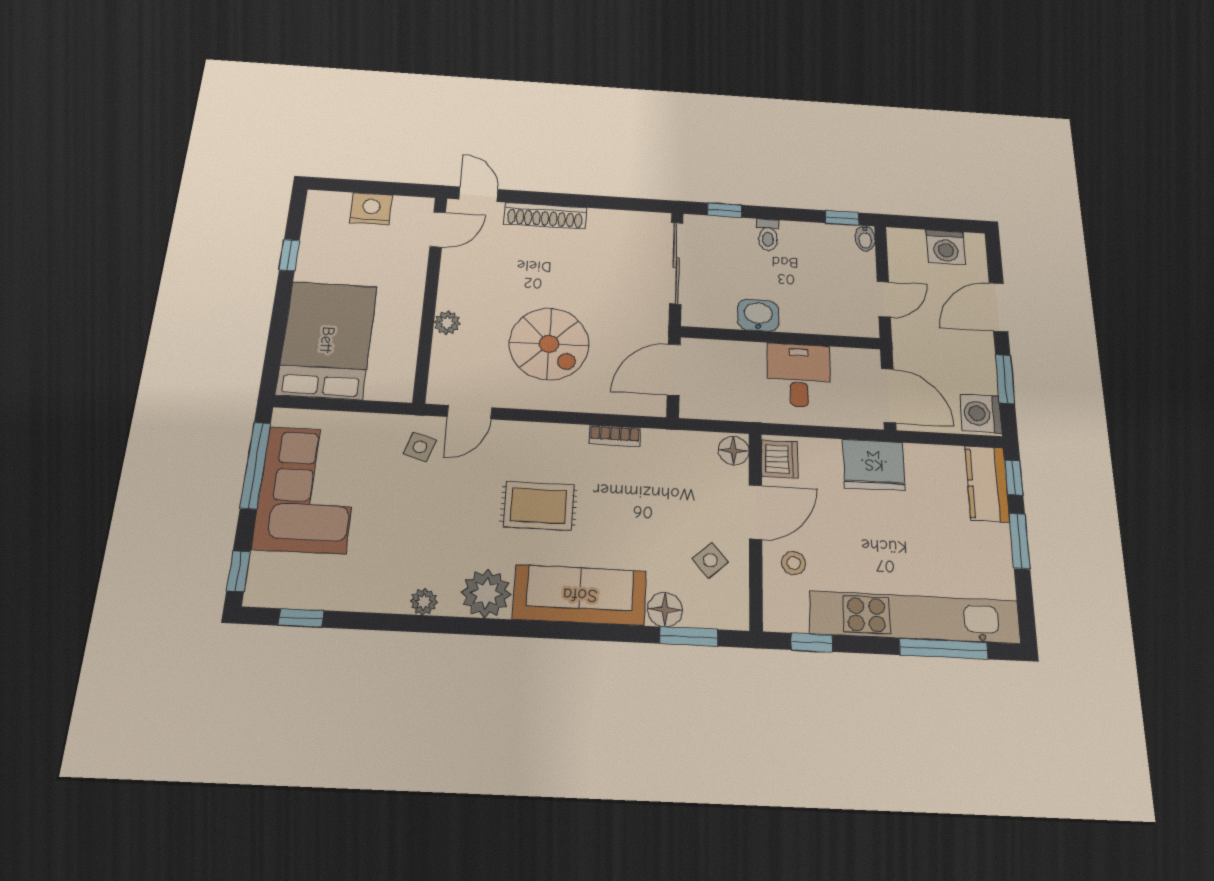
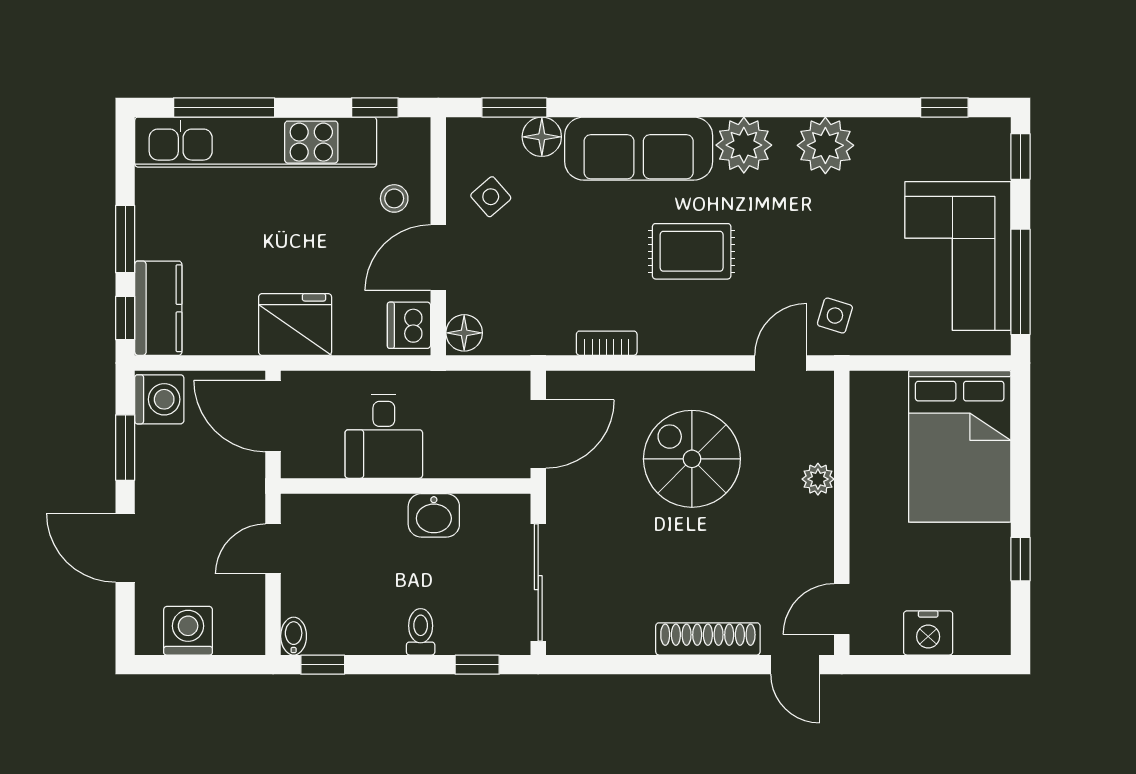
door: (998, 307) -> (125, 548), swing flipped
plant: (424, 602) -> (825, 145), width x1.88, depth x1.88

